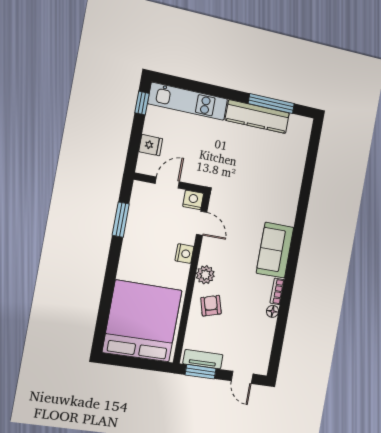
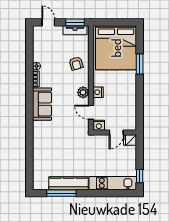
fridge: (151, 145) -> (130, 140), moved
window: (121, 220) -> (140, 64), moved
plant: (205, 275) -> (83, 92), moved

